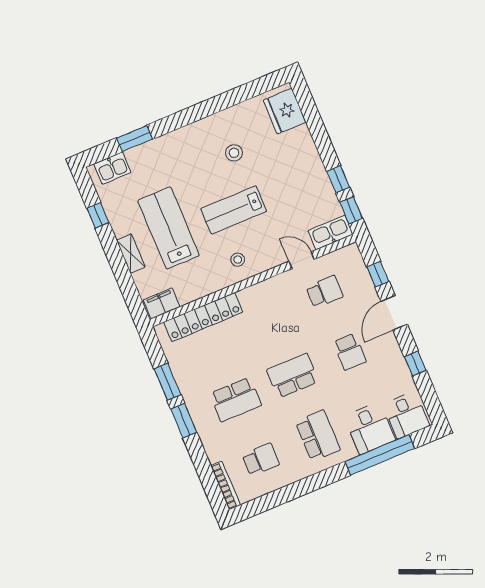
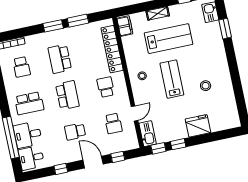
fridge: (285, 111) -> (198, 126), moved
school desk: (267, 316) -> (106, 87), added

